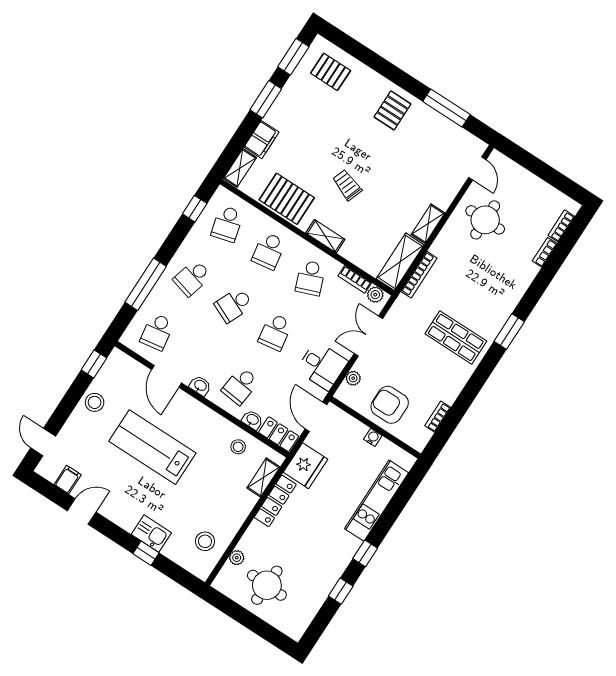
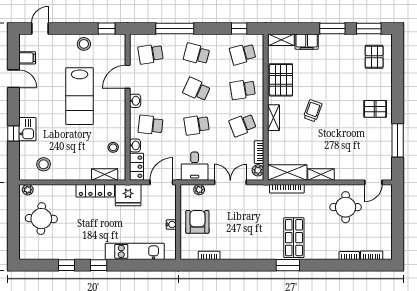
shop shelf: (456, 337) -> (294, 238), moved
lab bench: (152, 447) -> (80, 96), turned 180
plant: (237, 558) -> (28, 190), moved

